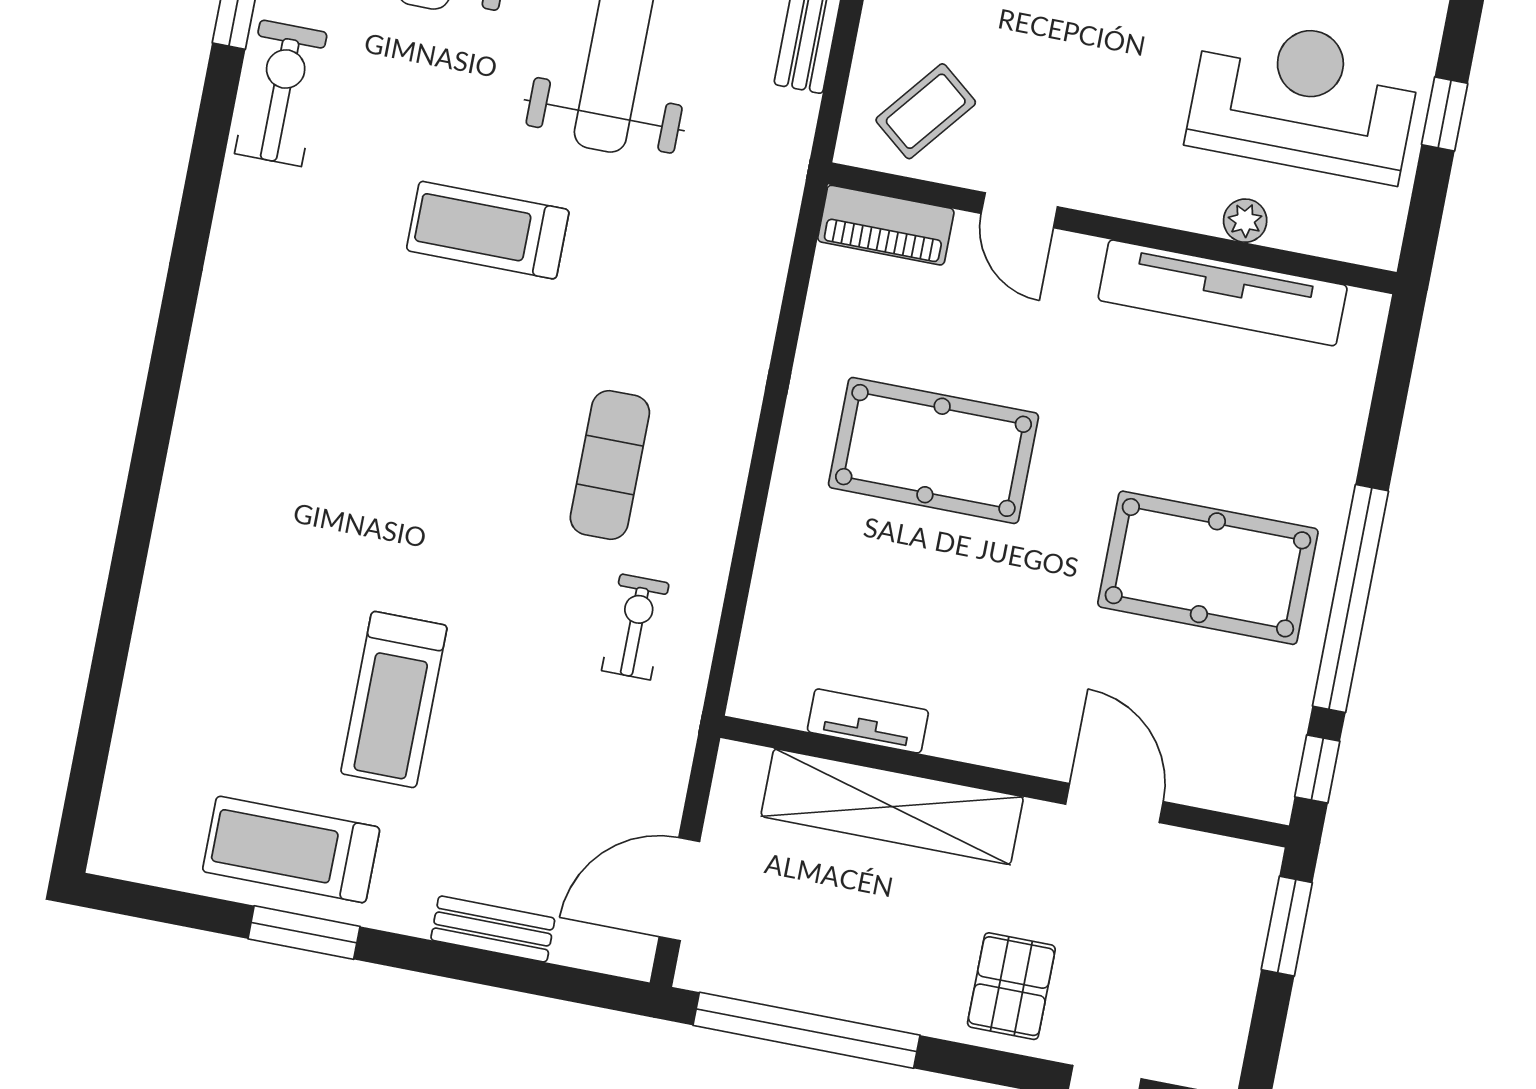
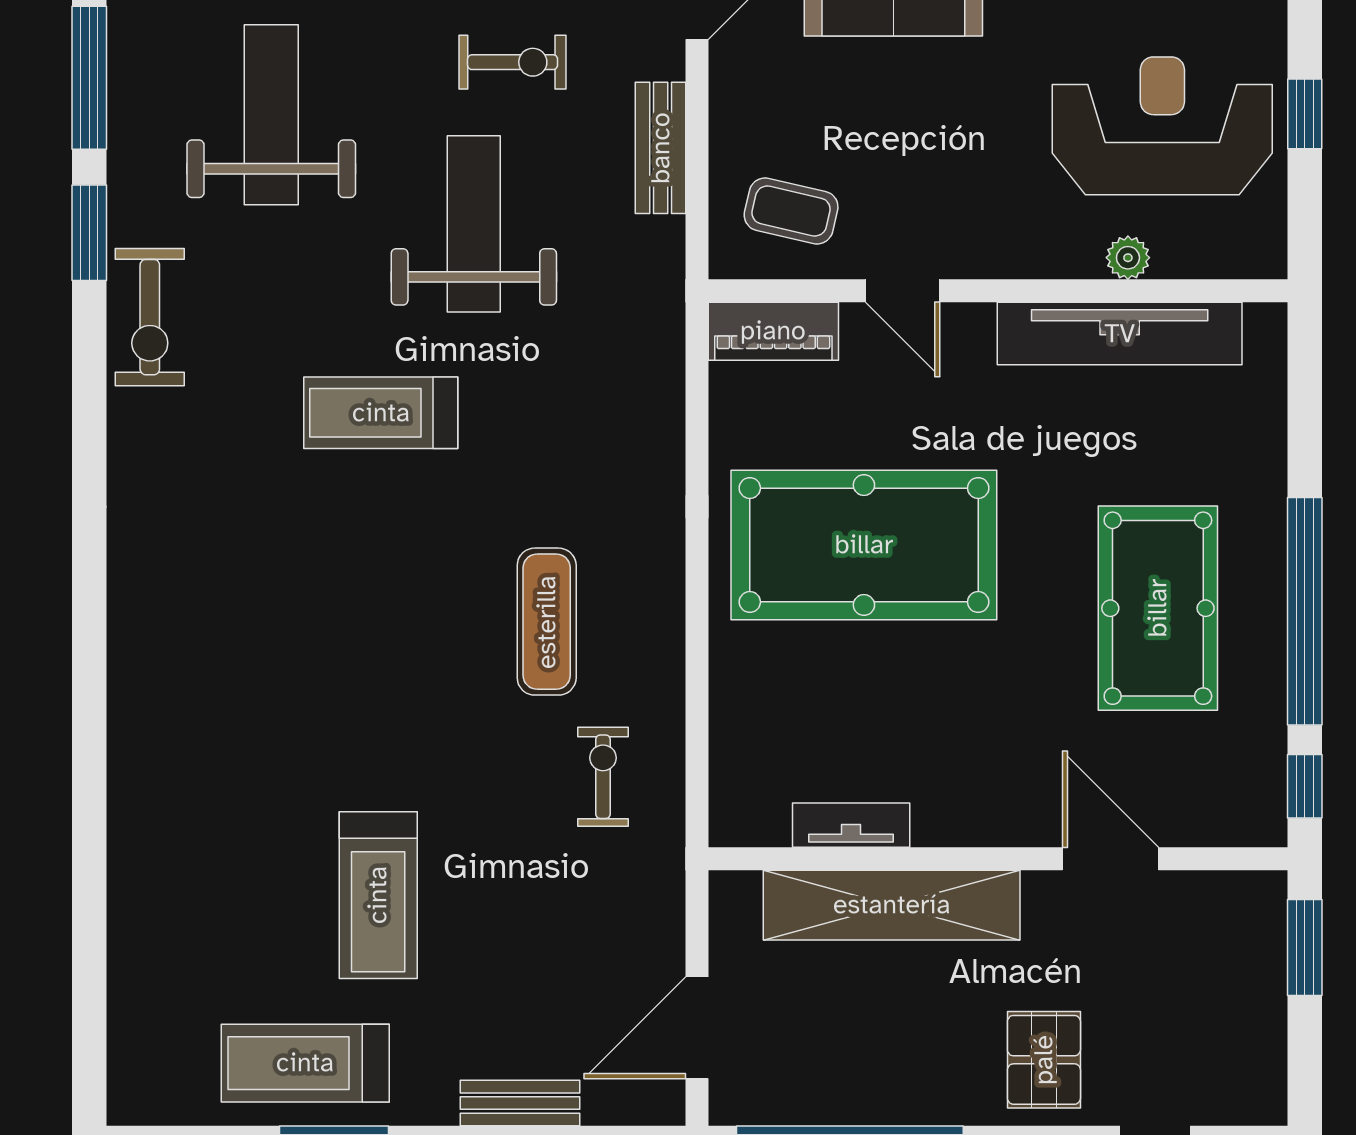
exercise bike: (281, 93) -> (150, 317), turned 180
coffee table: (926, 111) -> (791, 211), turned 64
pool table: (934, 450) -> (864, 545), width x1.36, depth x1.32
pool table: (1208, 568) -> (1158, 608), turned 90

